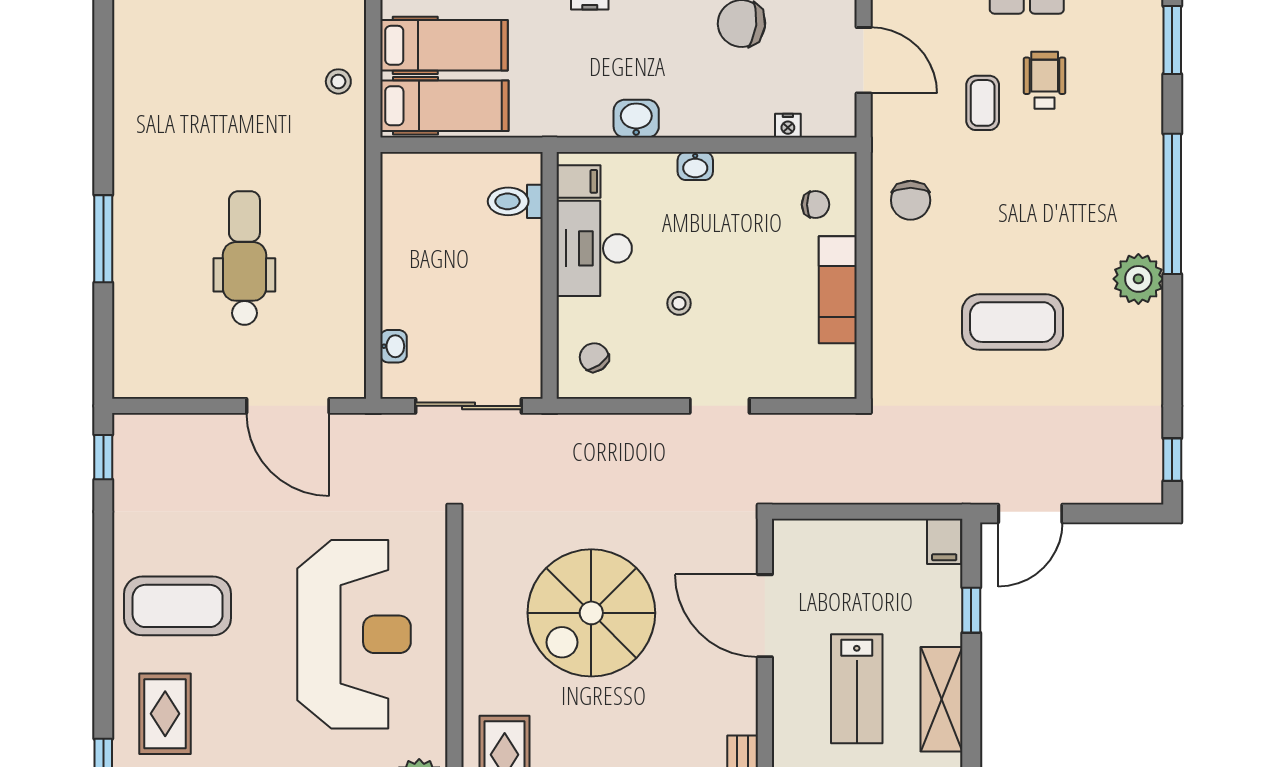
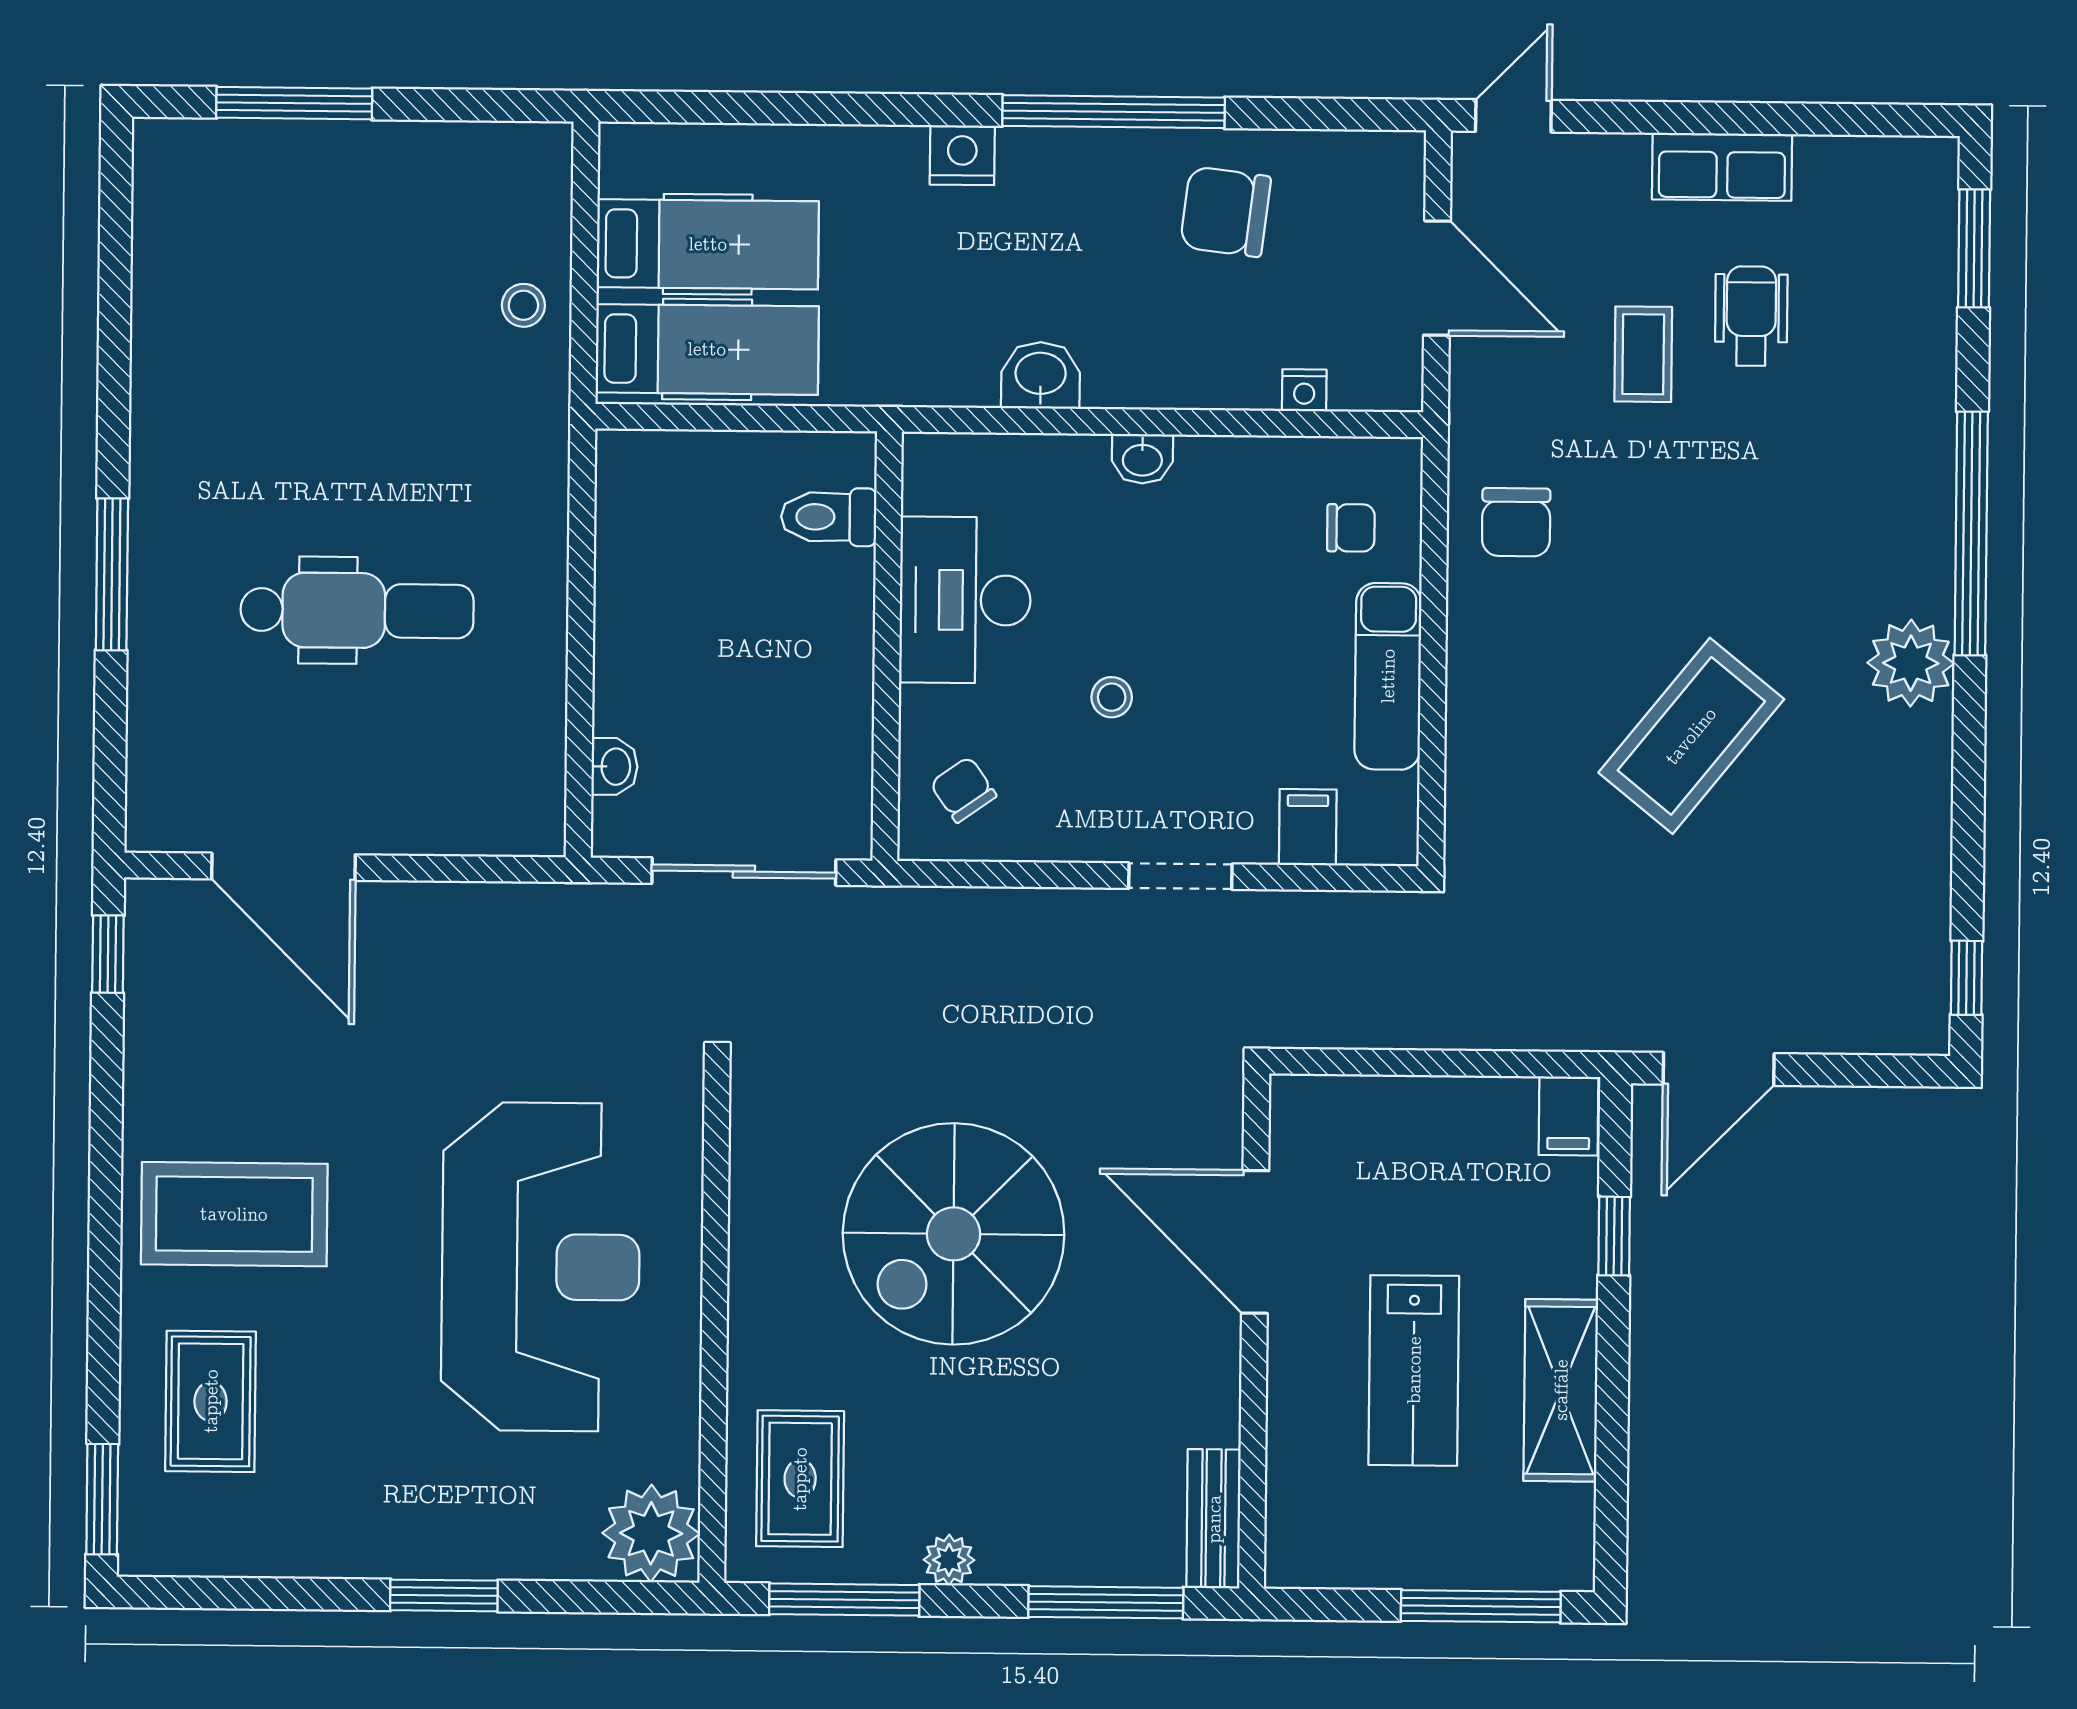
filing cabinet: (579, 181) -> (1308, 827), moved, turned -90
dental chair: (244, 258) -> (357, 611), turned 90
coffee table: (1013, 322) -> (1691, 736), turned -51
door: (288, 406) -> (284, 867), moved

